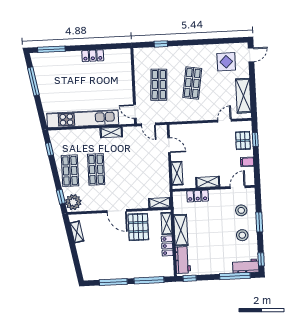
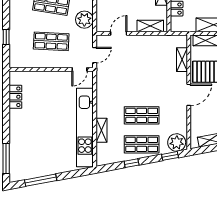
locker: (93, 56) -> (15, 97), moved
plant: (180, 114) -> (84, 20), added
shelving: (111, 132) -> (101, 130), moved
window: (49, 149) -> (132, 163), moved
shelving: (160, 203) -> (182, 60), moved

